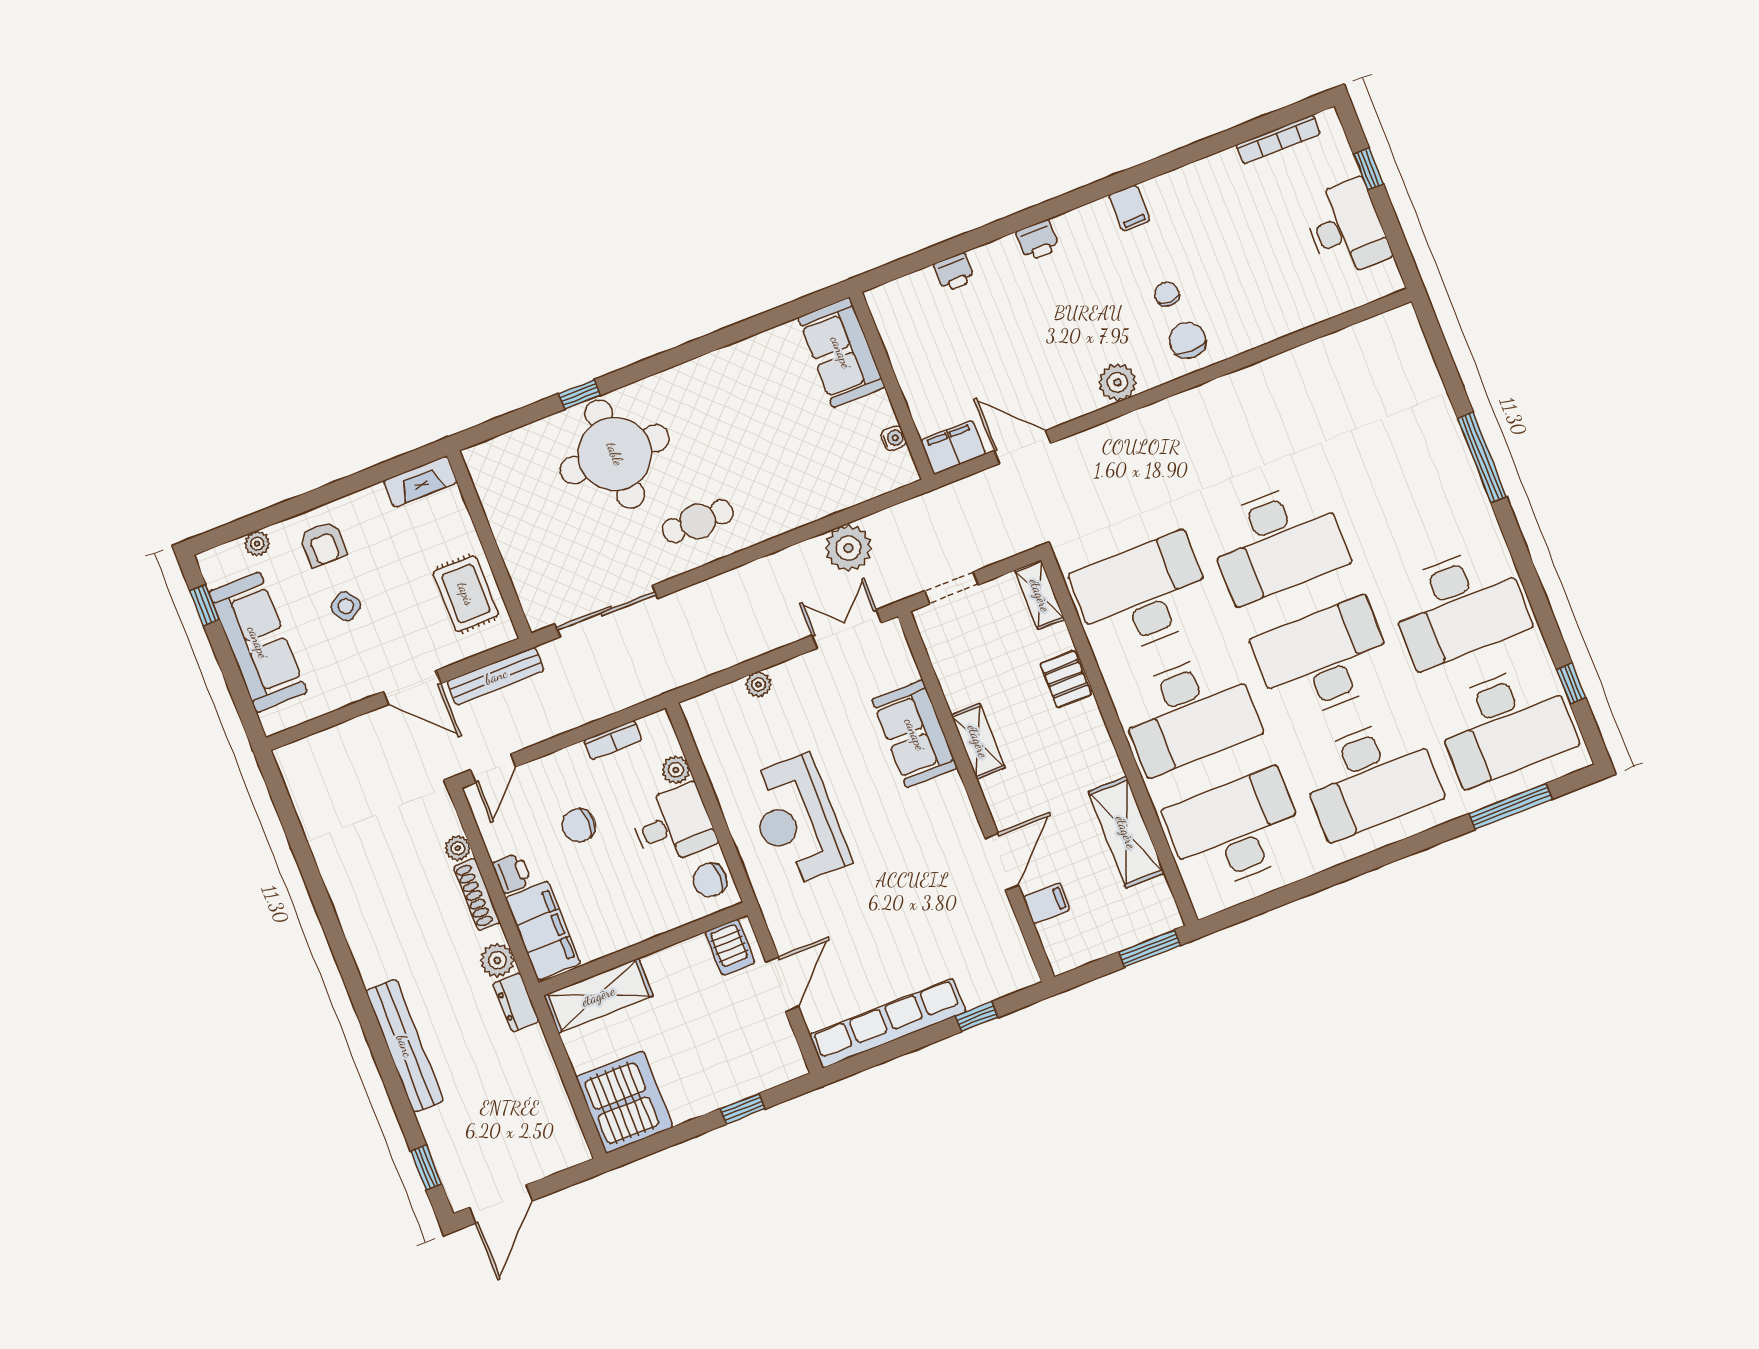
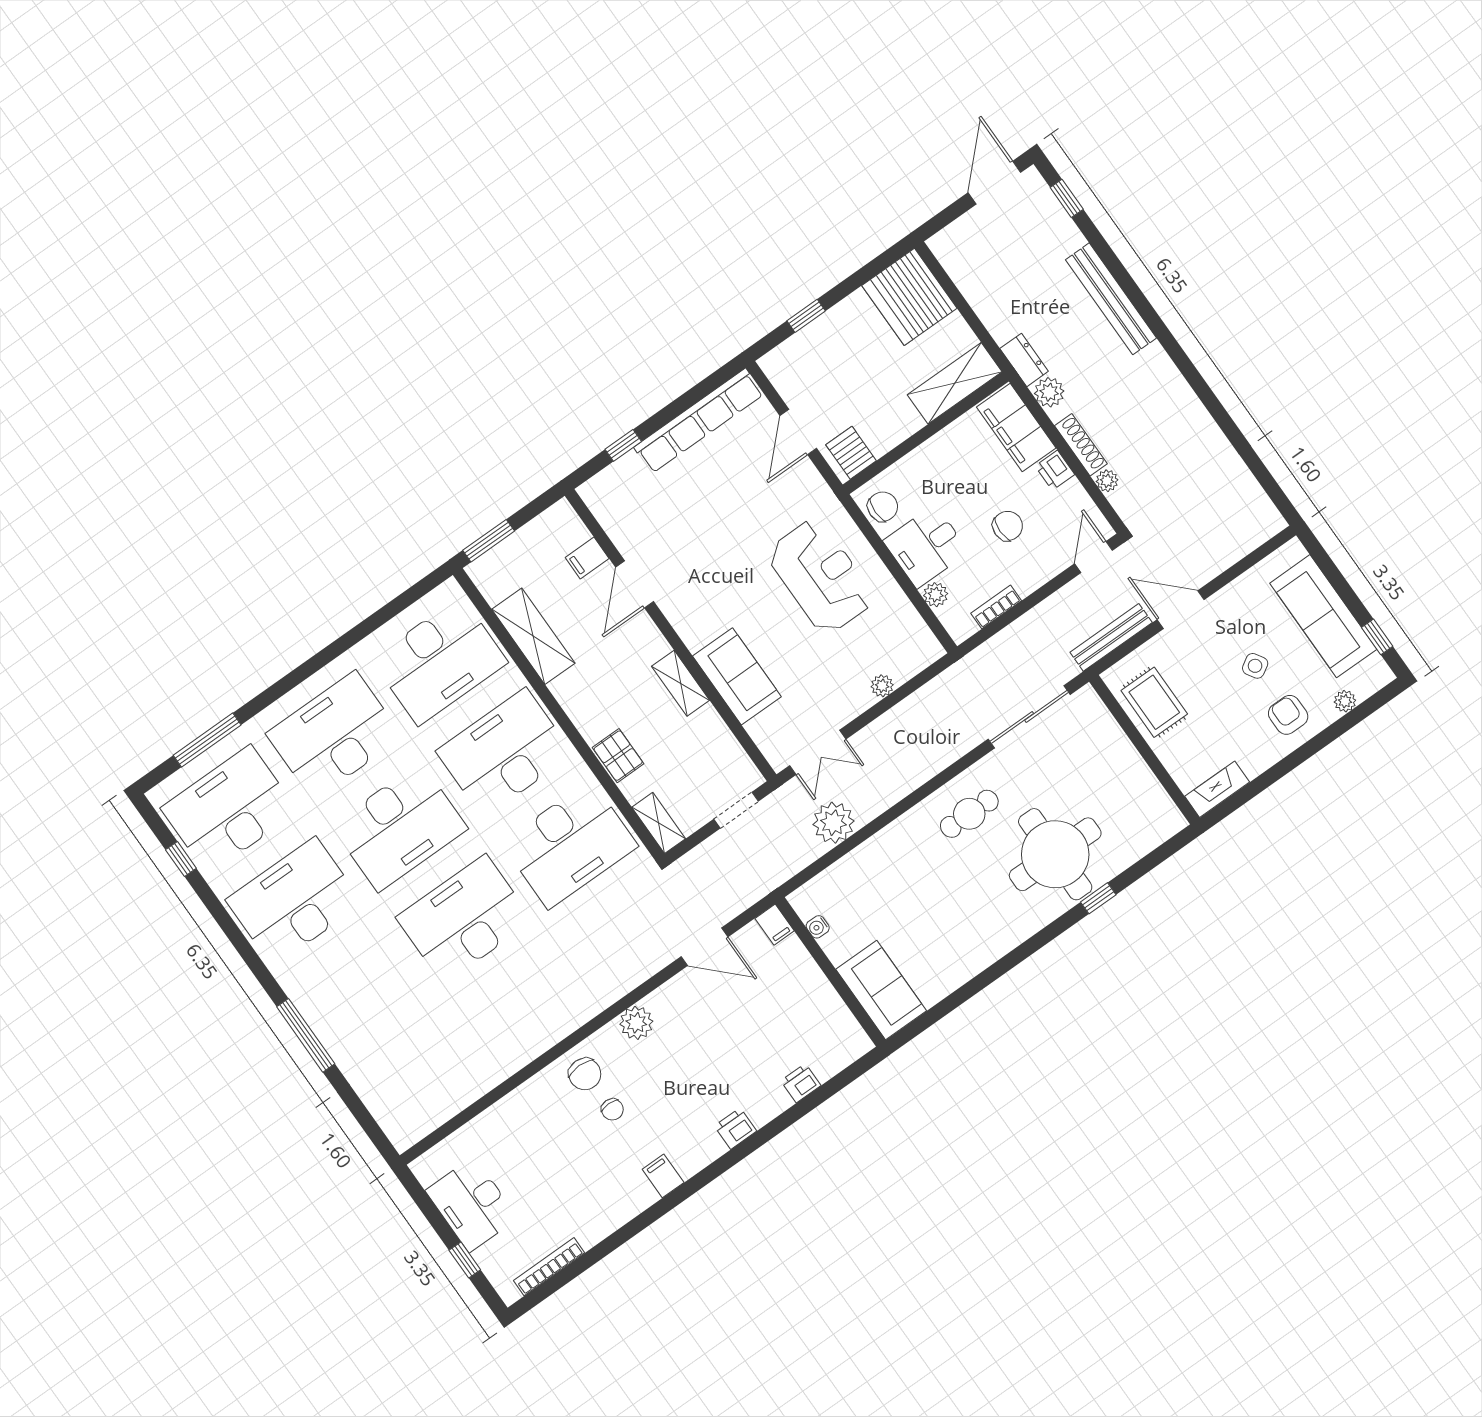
filing cabinet: (953, 447) -> (775, 925), width x0.50

